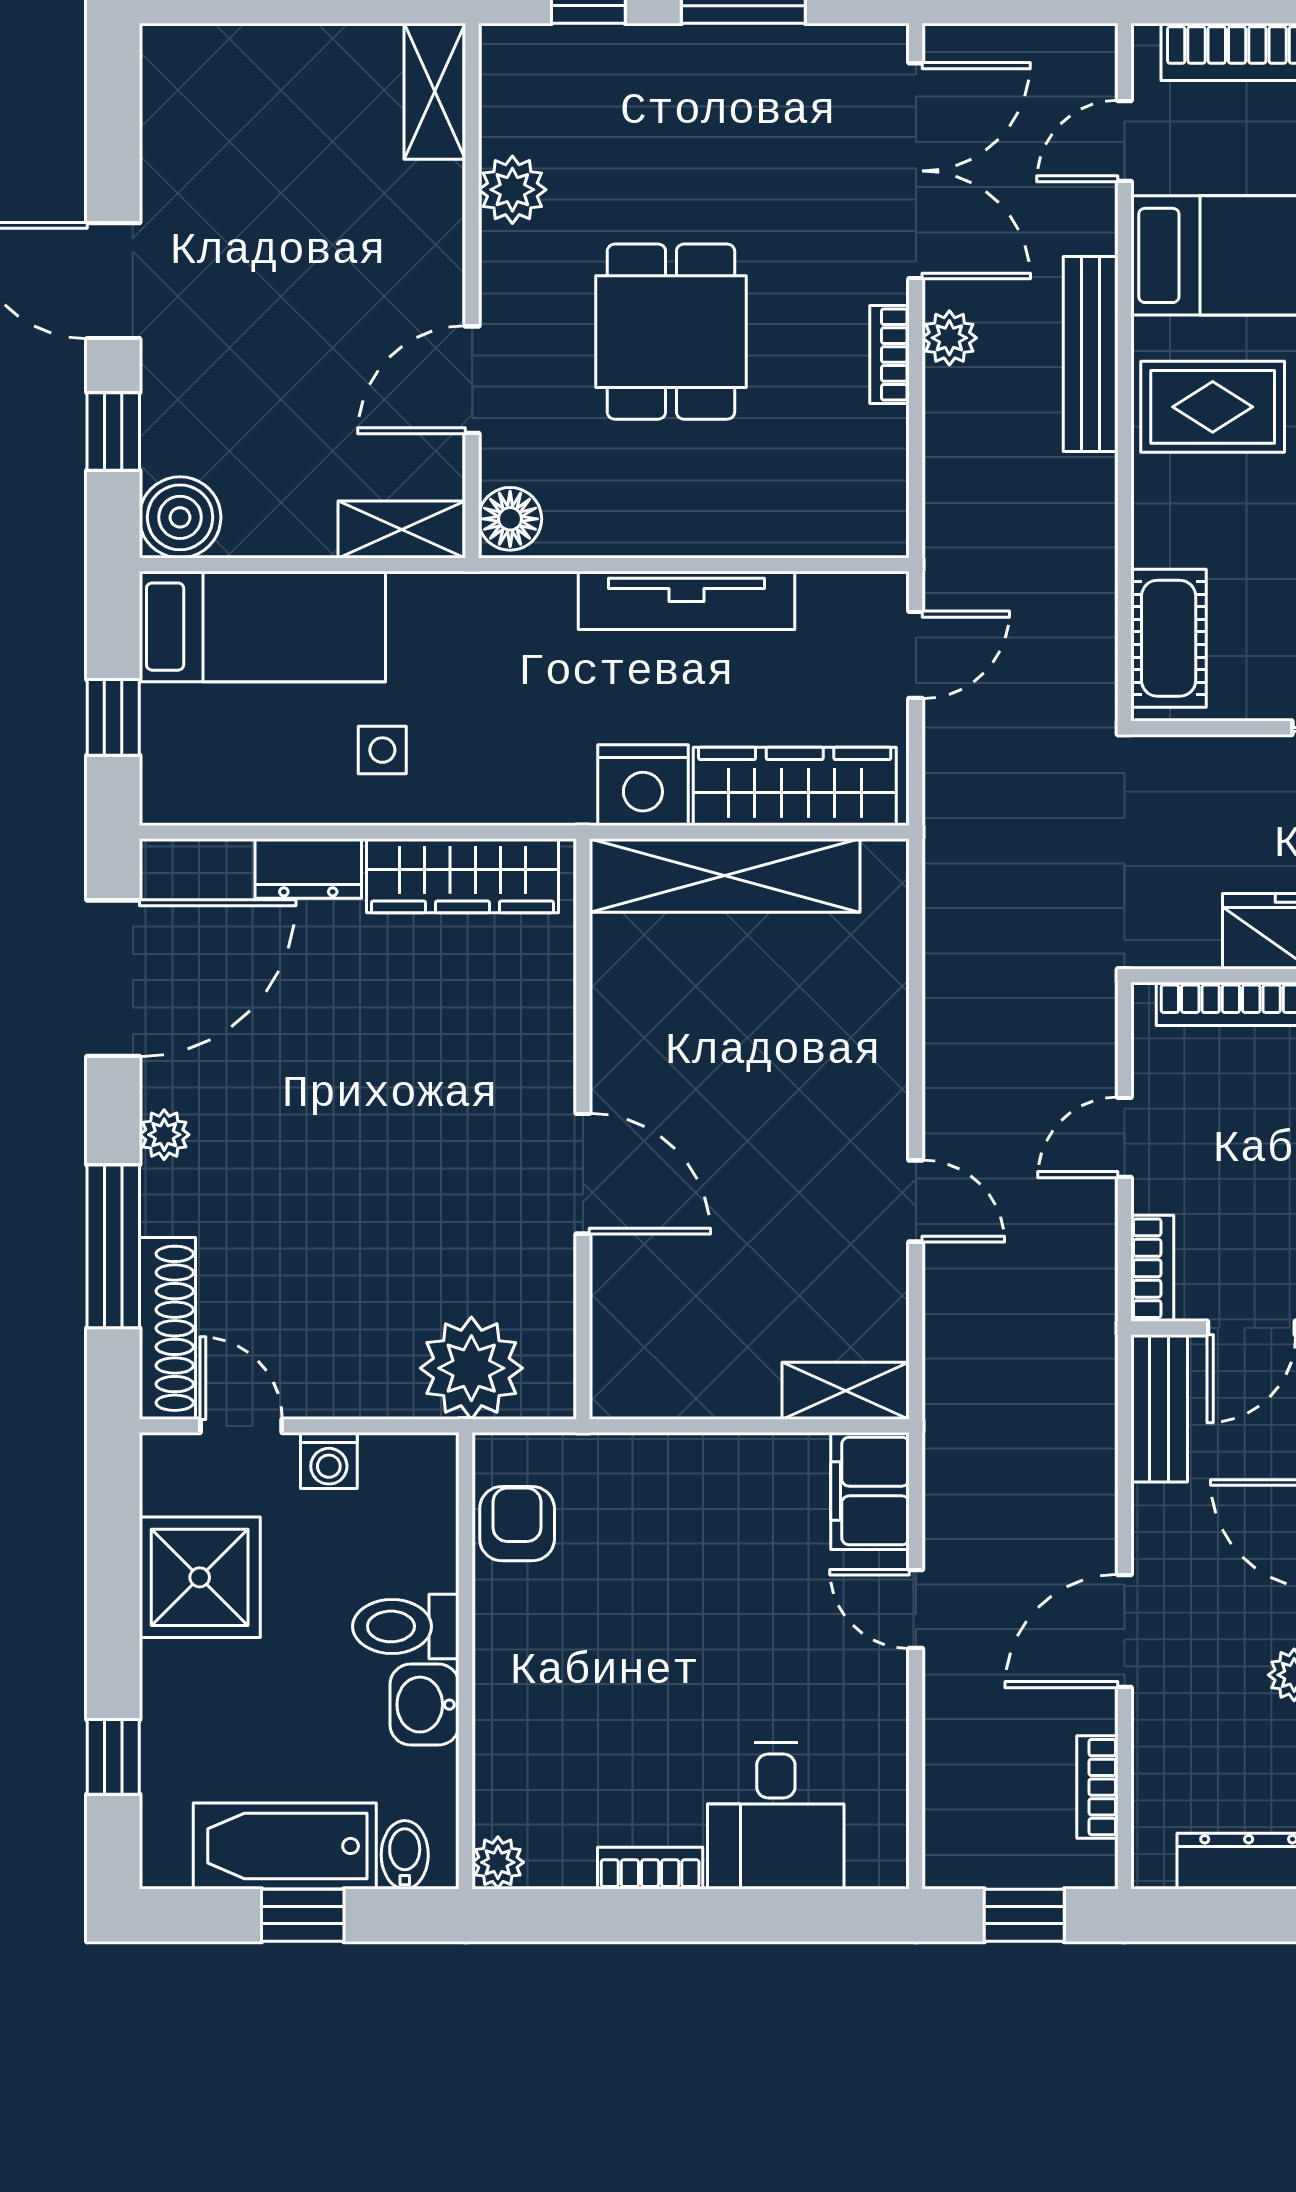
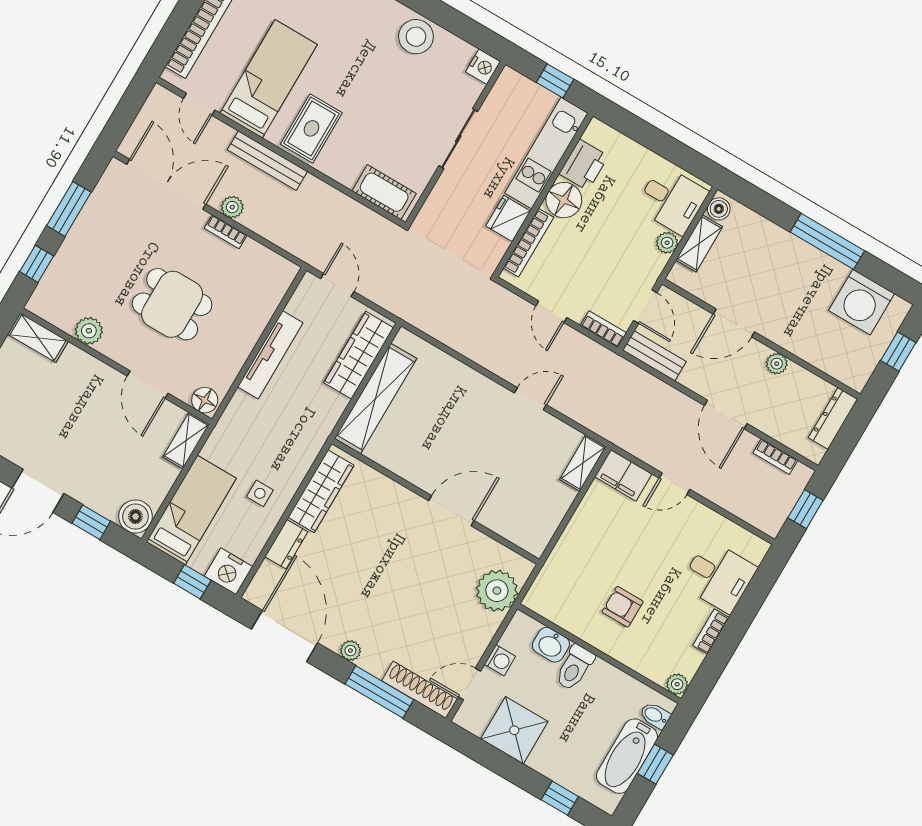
nightstand: (643, 785) -> (228, 571), moved, turned 90
armchair: (517, 1524) -> (623, 607), moved
washbasin: (425, 1705) -> (551, 645), moved

